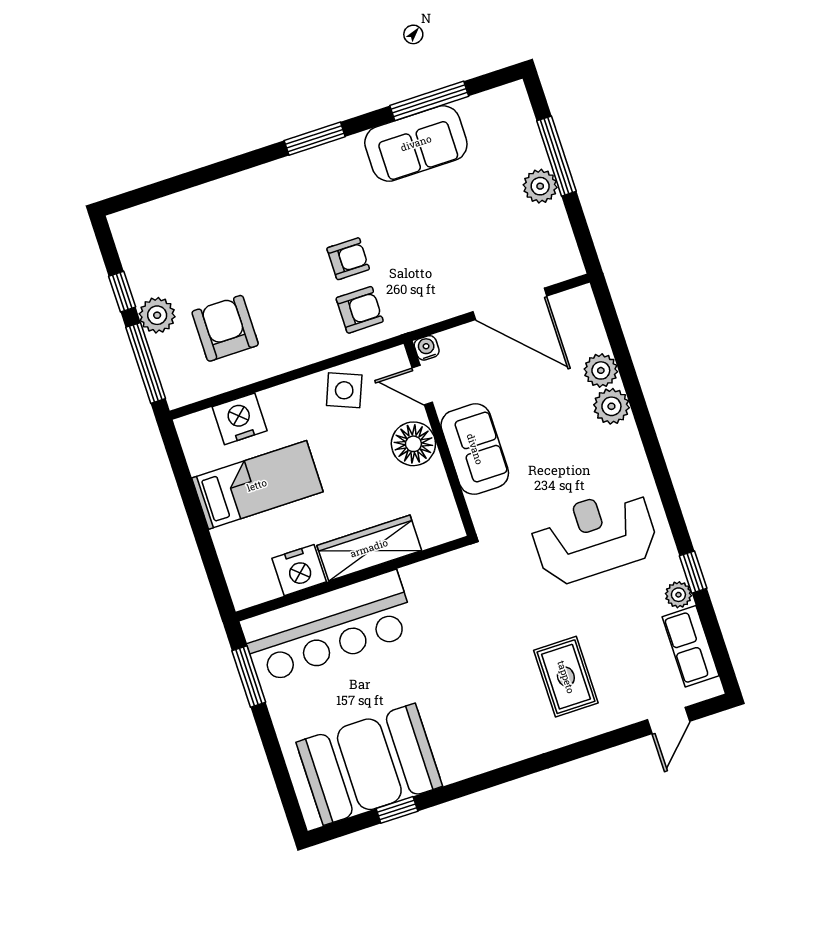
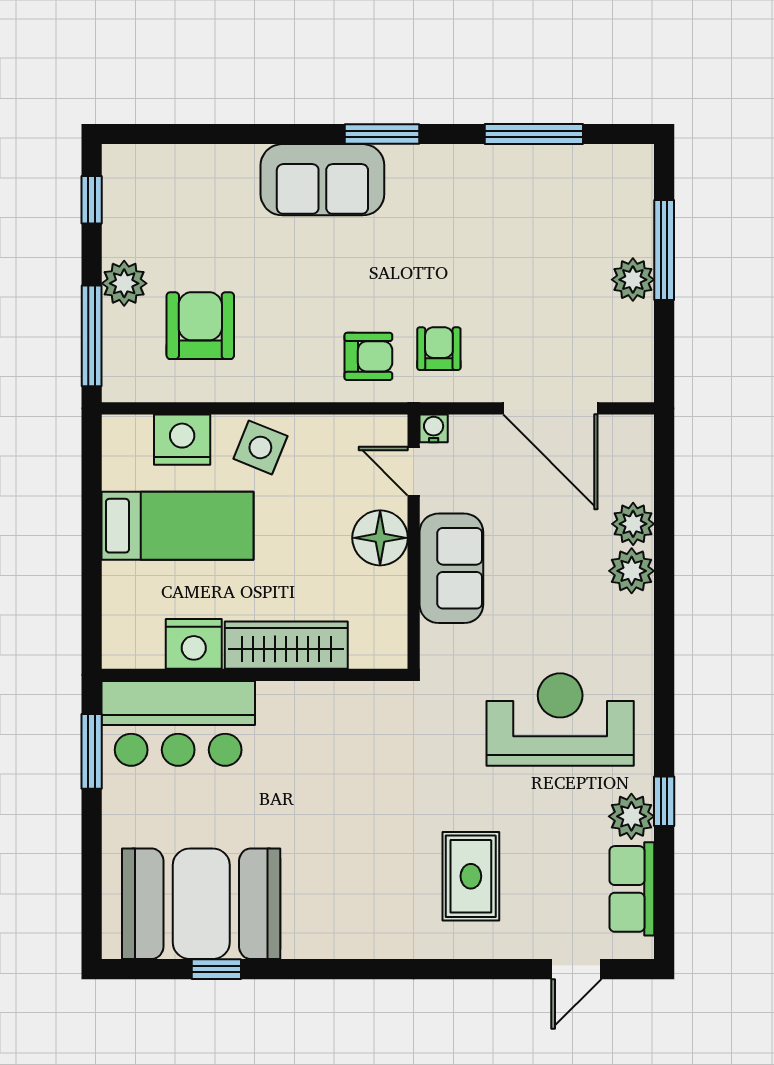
sofa: (416, 143) -> (322, 180), moved
armchair: (348, 259) -> (439, 349), moved, turned -90
window: (122, 292) -> (92, 200), moved
side table: (344, 390) -> (260, 447), moved
plant: (678, 595) -> (631, 816), width x1.38, depth x1.38
bar counter: (328, 627) -> (178, 723), width x0.73

